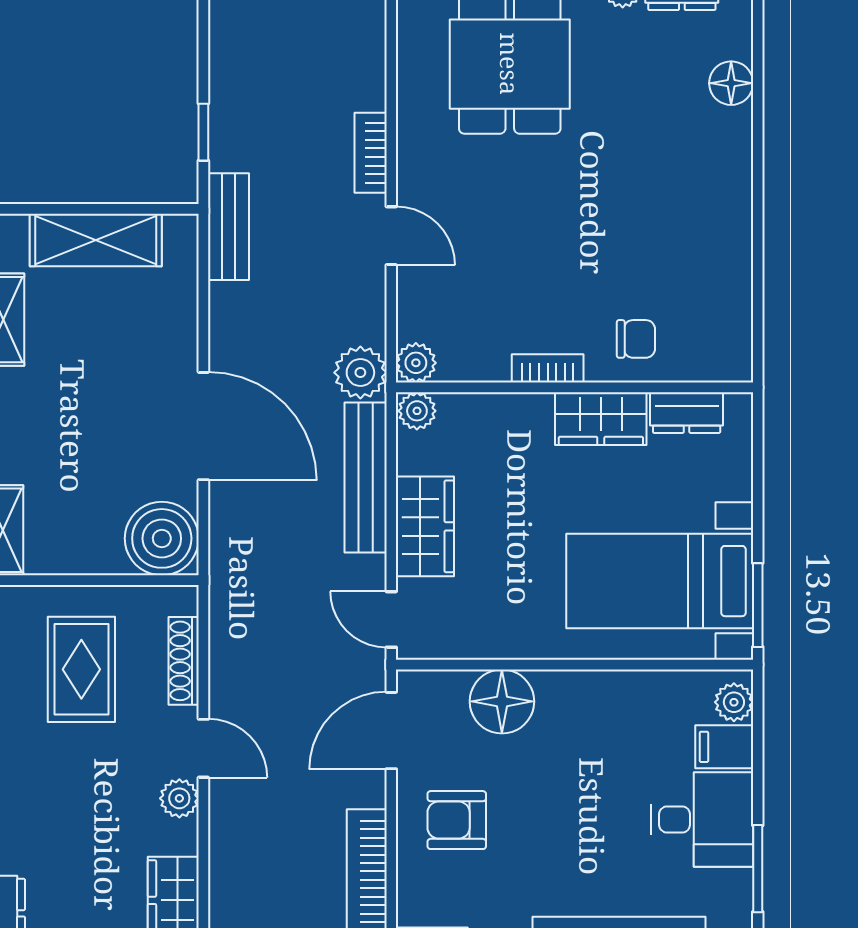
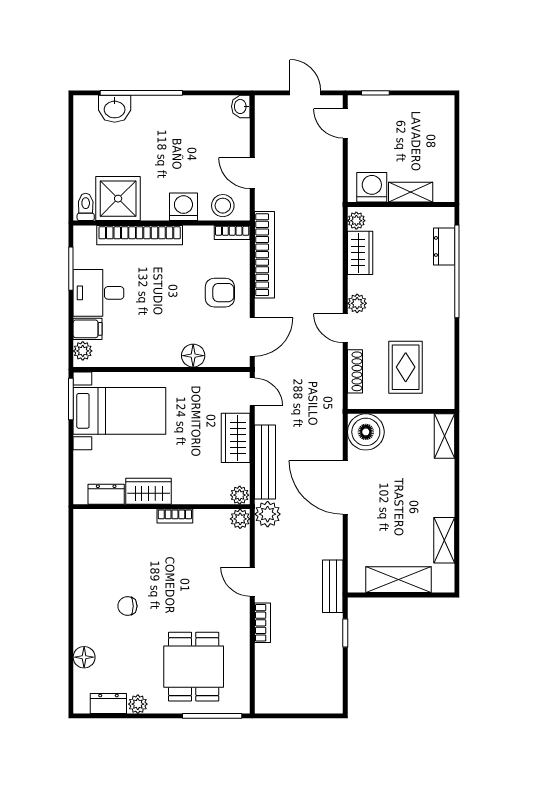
chair: (636, 339) -> (127, 606), moved
floor lamp: (502, 701) -> (193, 356), width x0.73, depth x0.73

